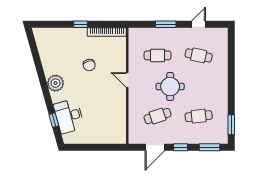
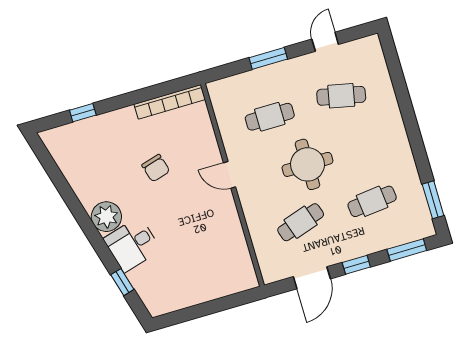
window: (81, 24) -> (83, 113), moved
desk: (69, 116) -> (132, 244), moved, width x0.73

